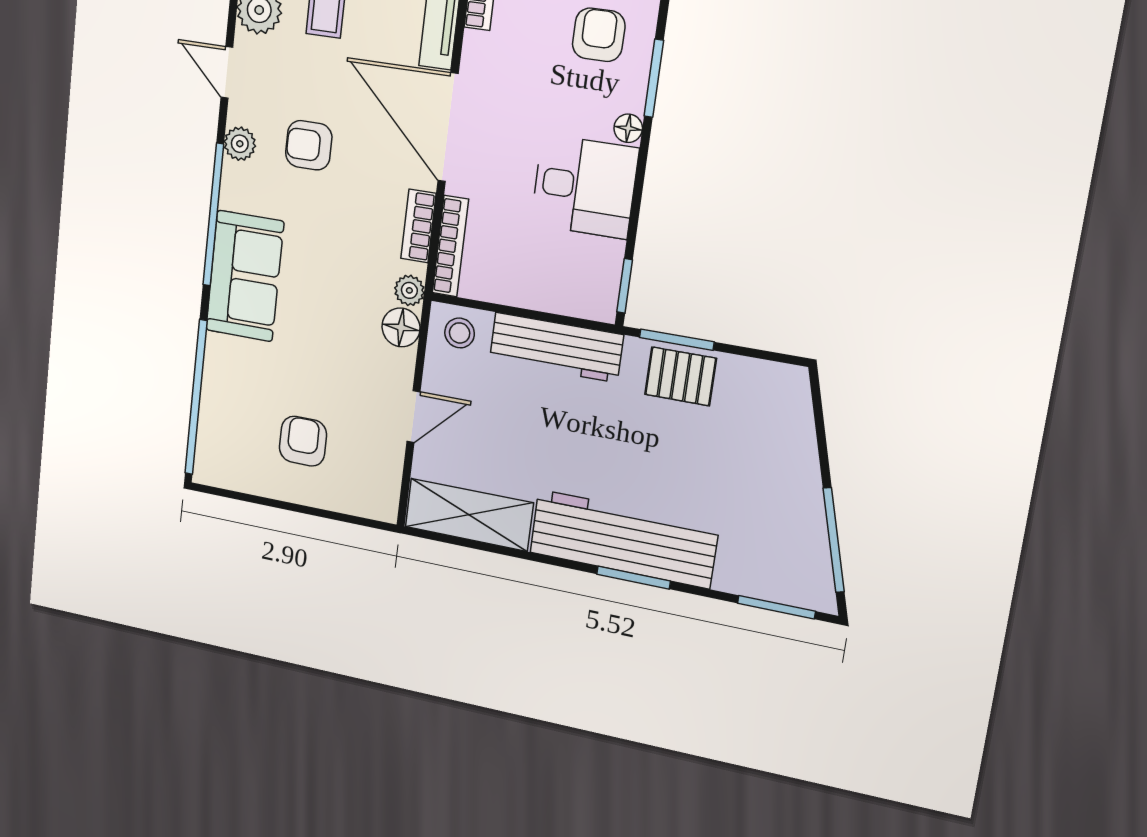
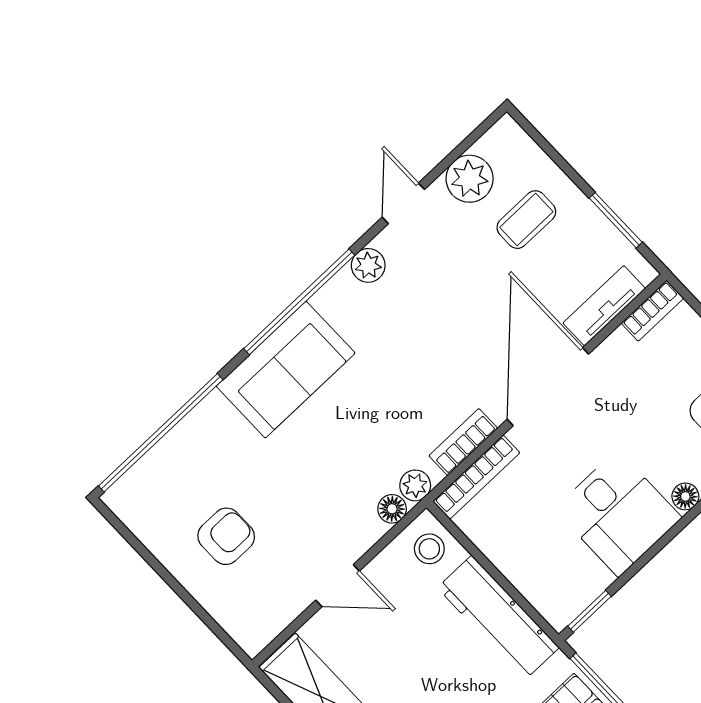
armchair: (309, 145) -> (425, 312), removed
floor lamp: (401, 327) -> (392, 509), width x0.73, depth x0.73

